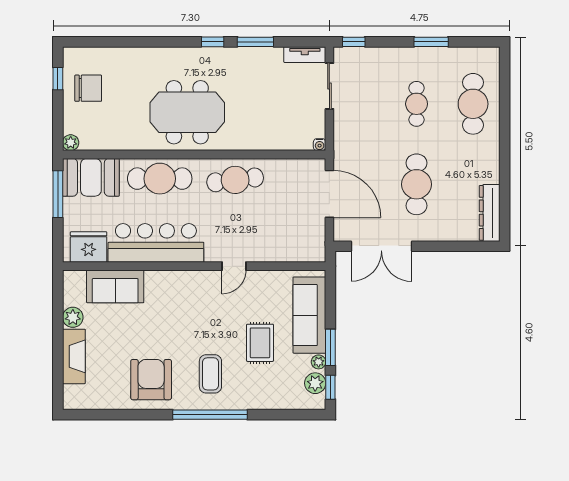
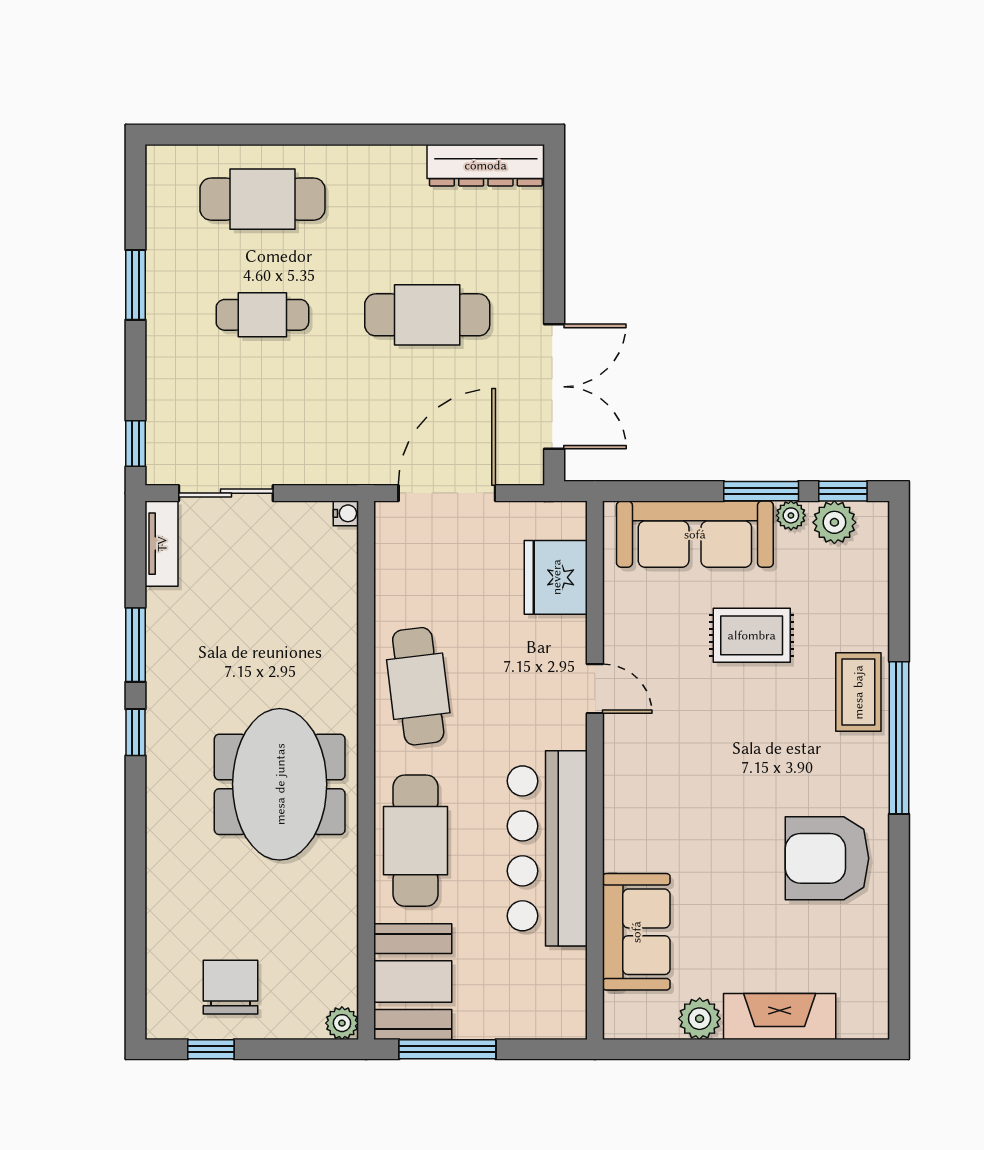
fridge: (89, 247) -> (556, 577), moved
coffee table: (210, 374) -> (858, 692), moved, turned 90

